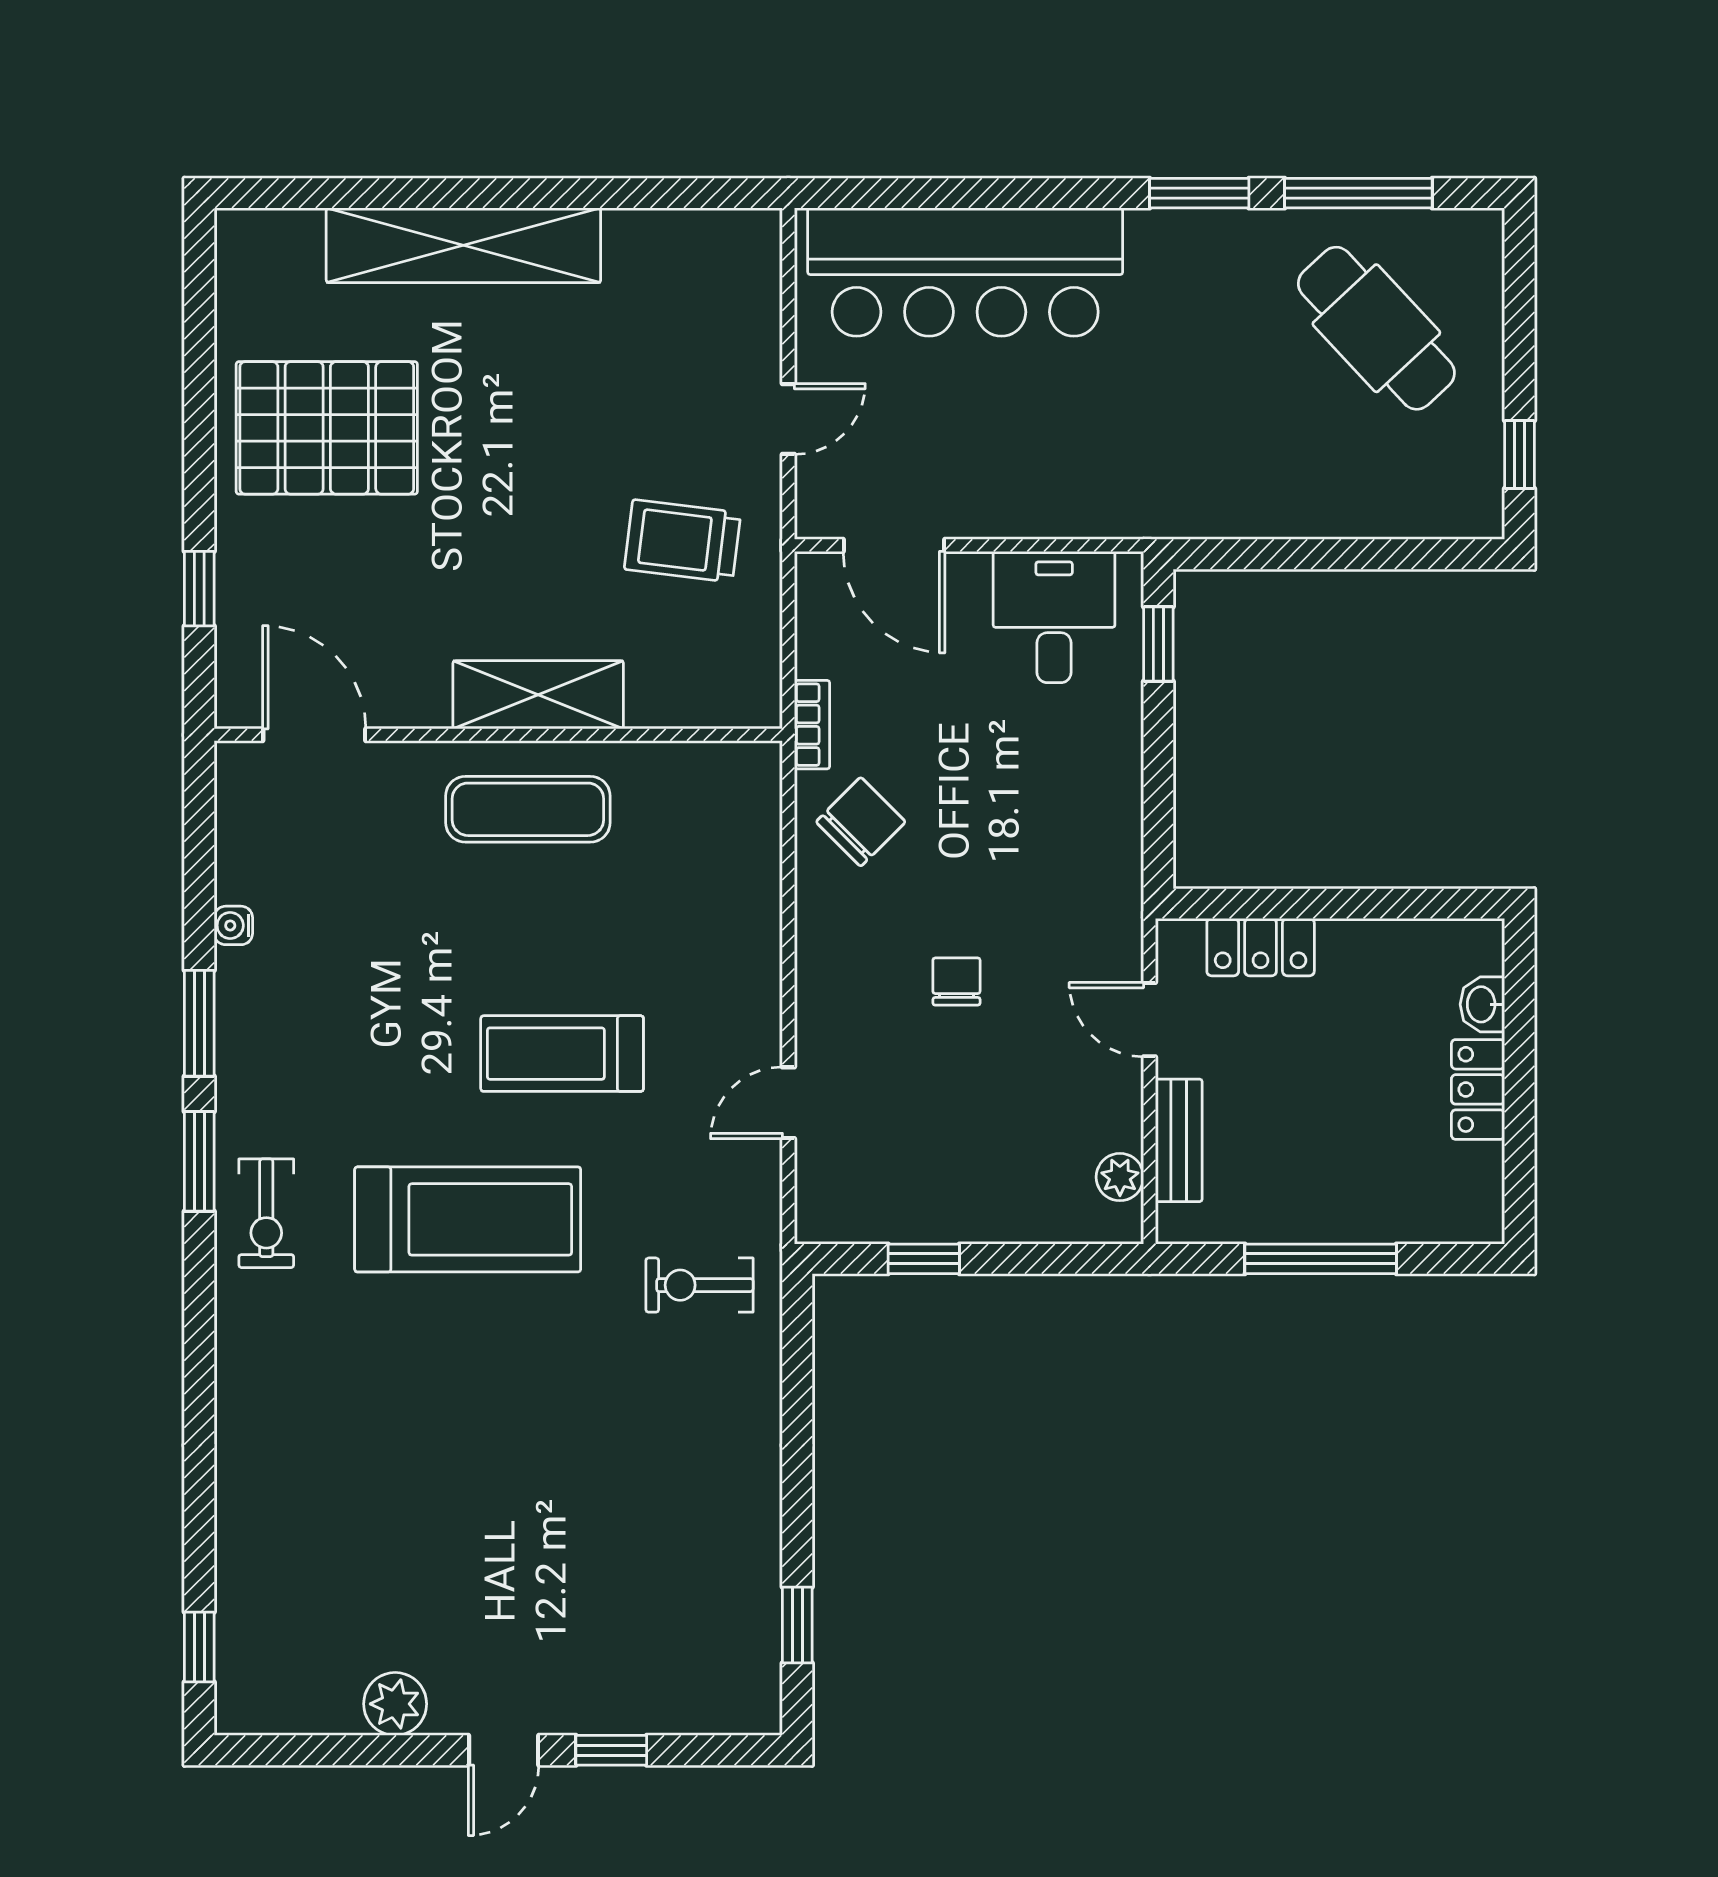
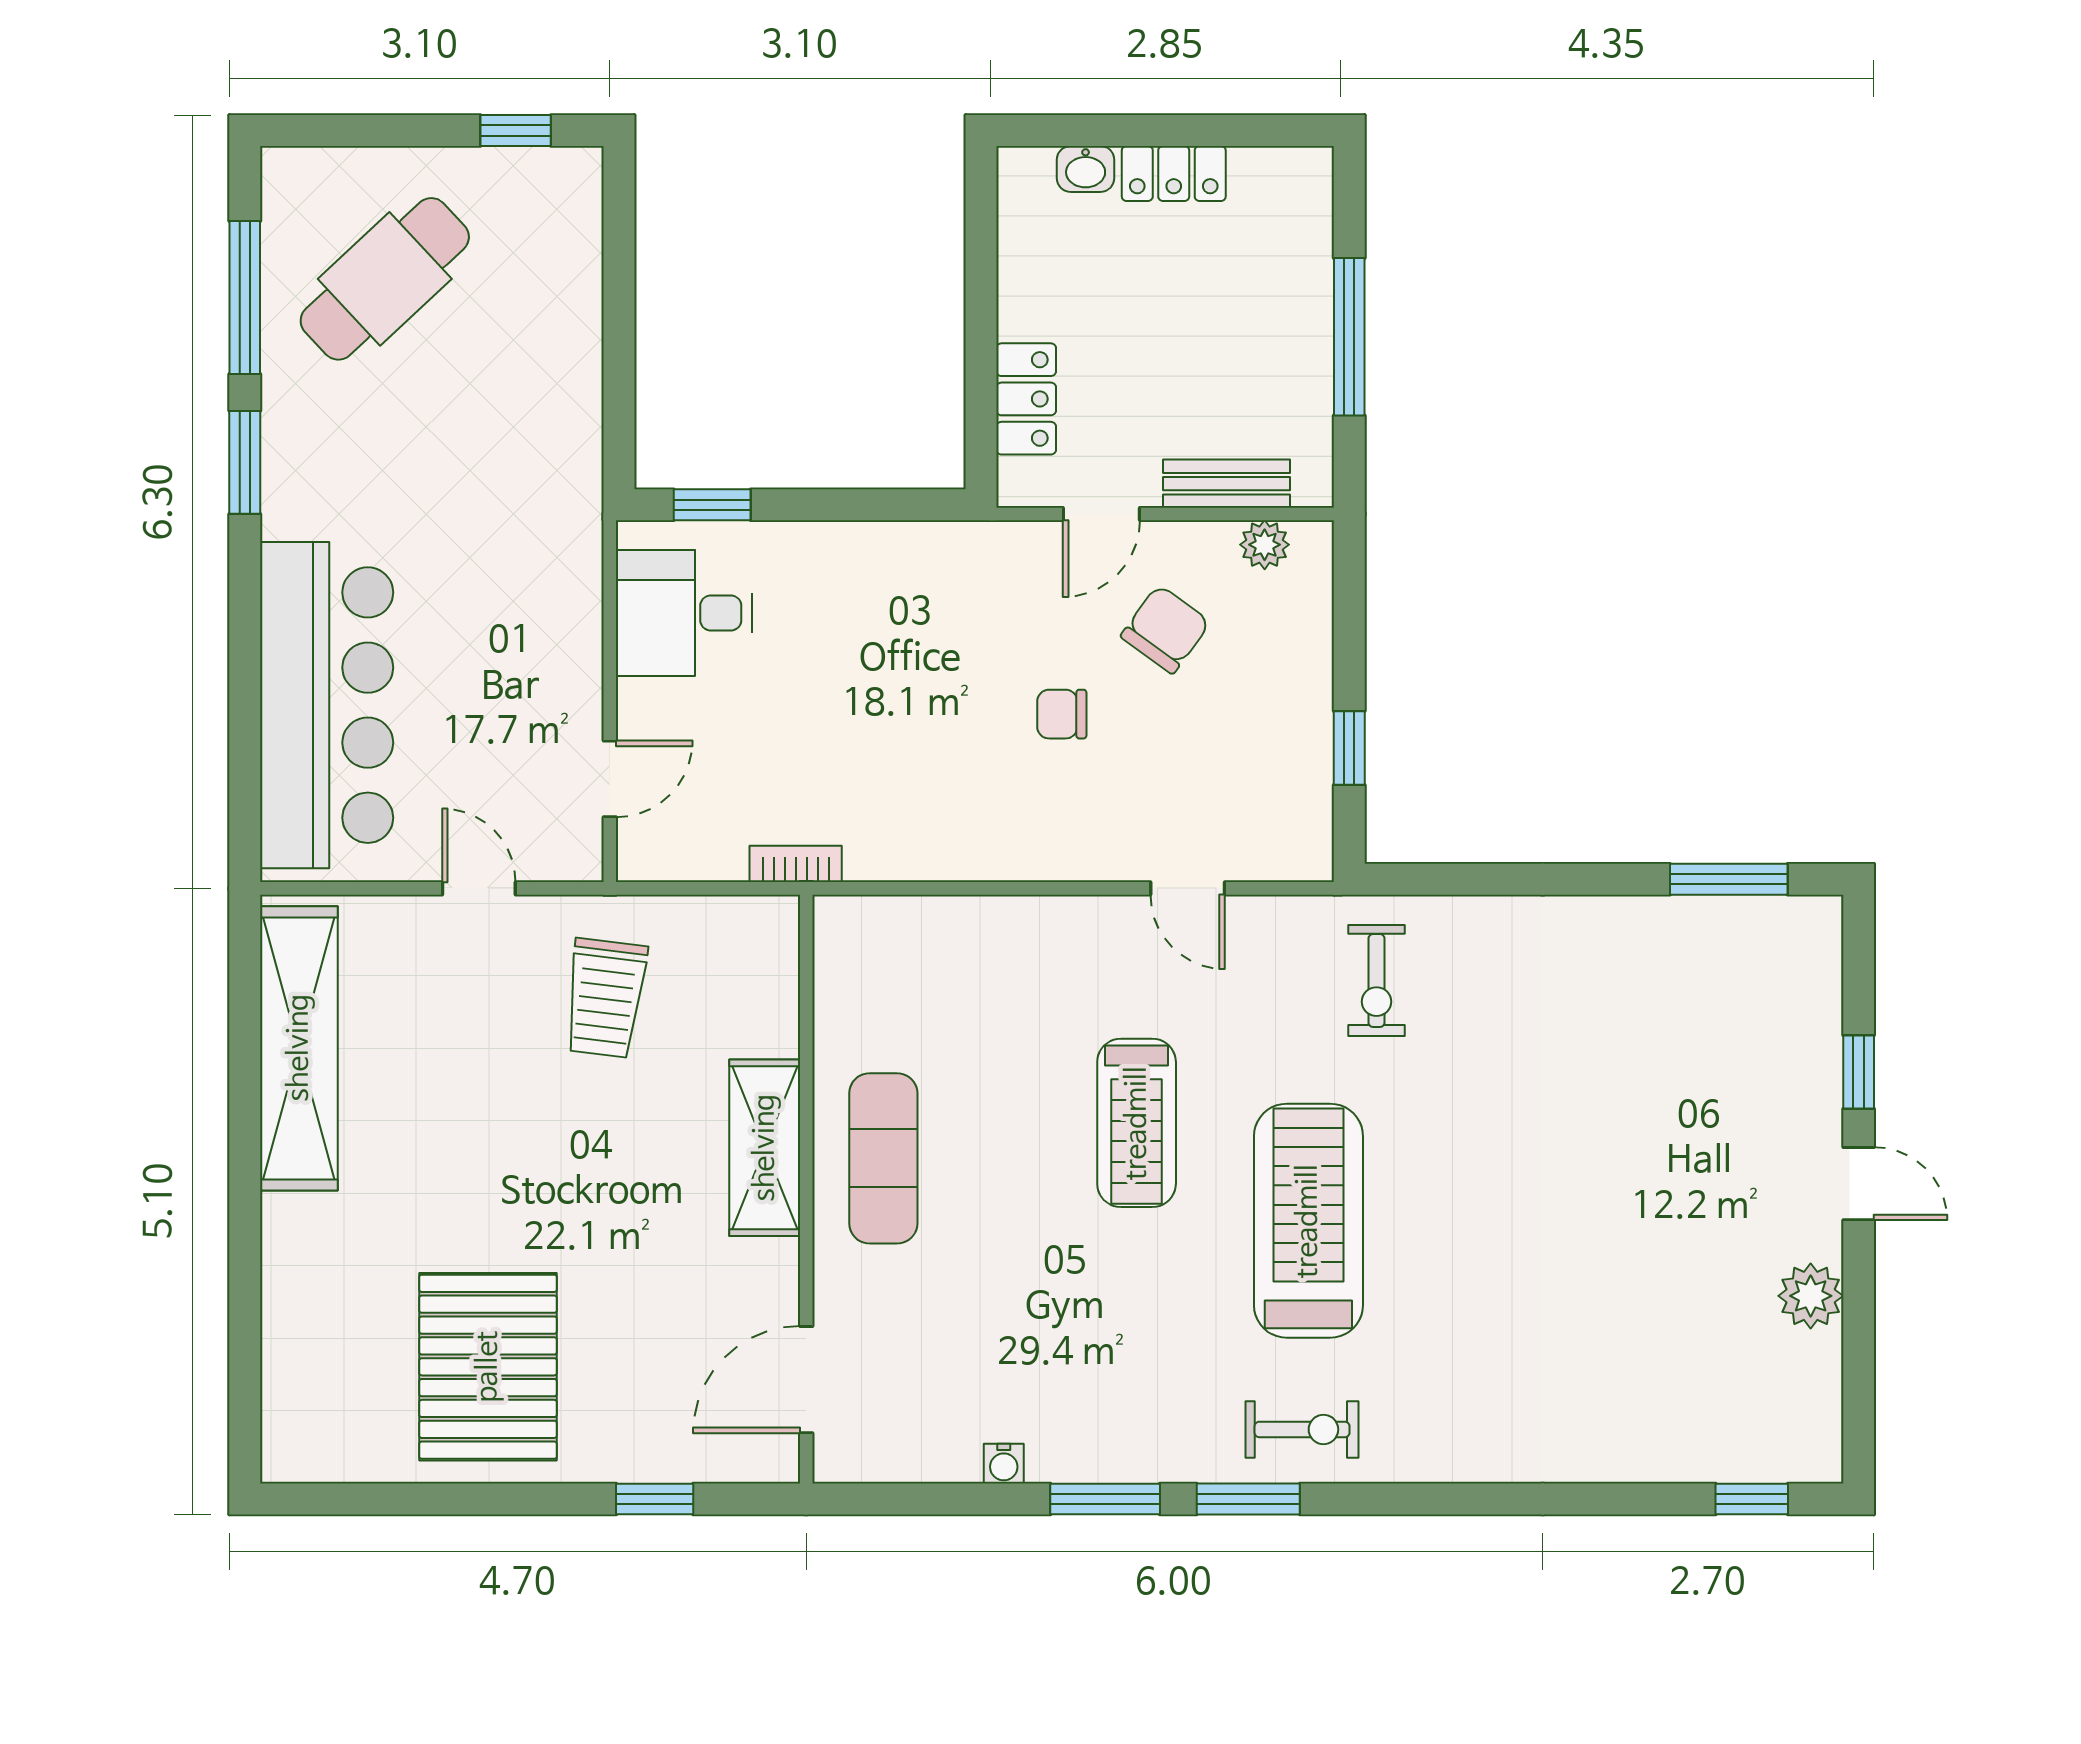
shelving: (463, 245) -> (299, 1048), moved
door: (894, 545) -> (610, 779), width x0.73
chair: (861, 822) -> (1165, 629), moved, turned 81
window: (797, 1625) -> (1729, 879), width x1.50

